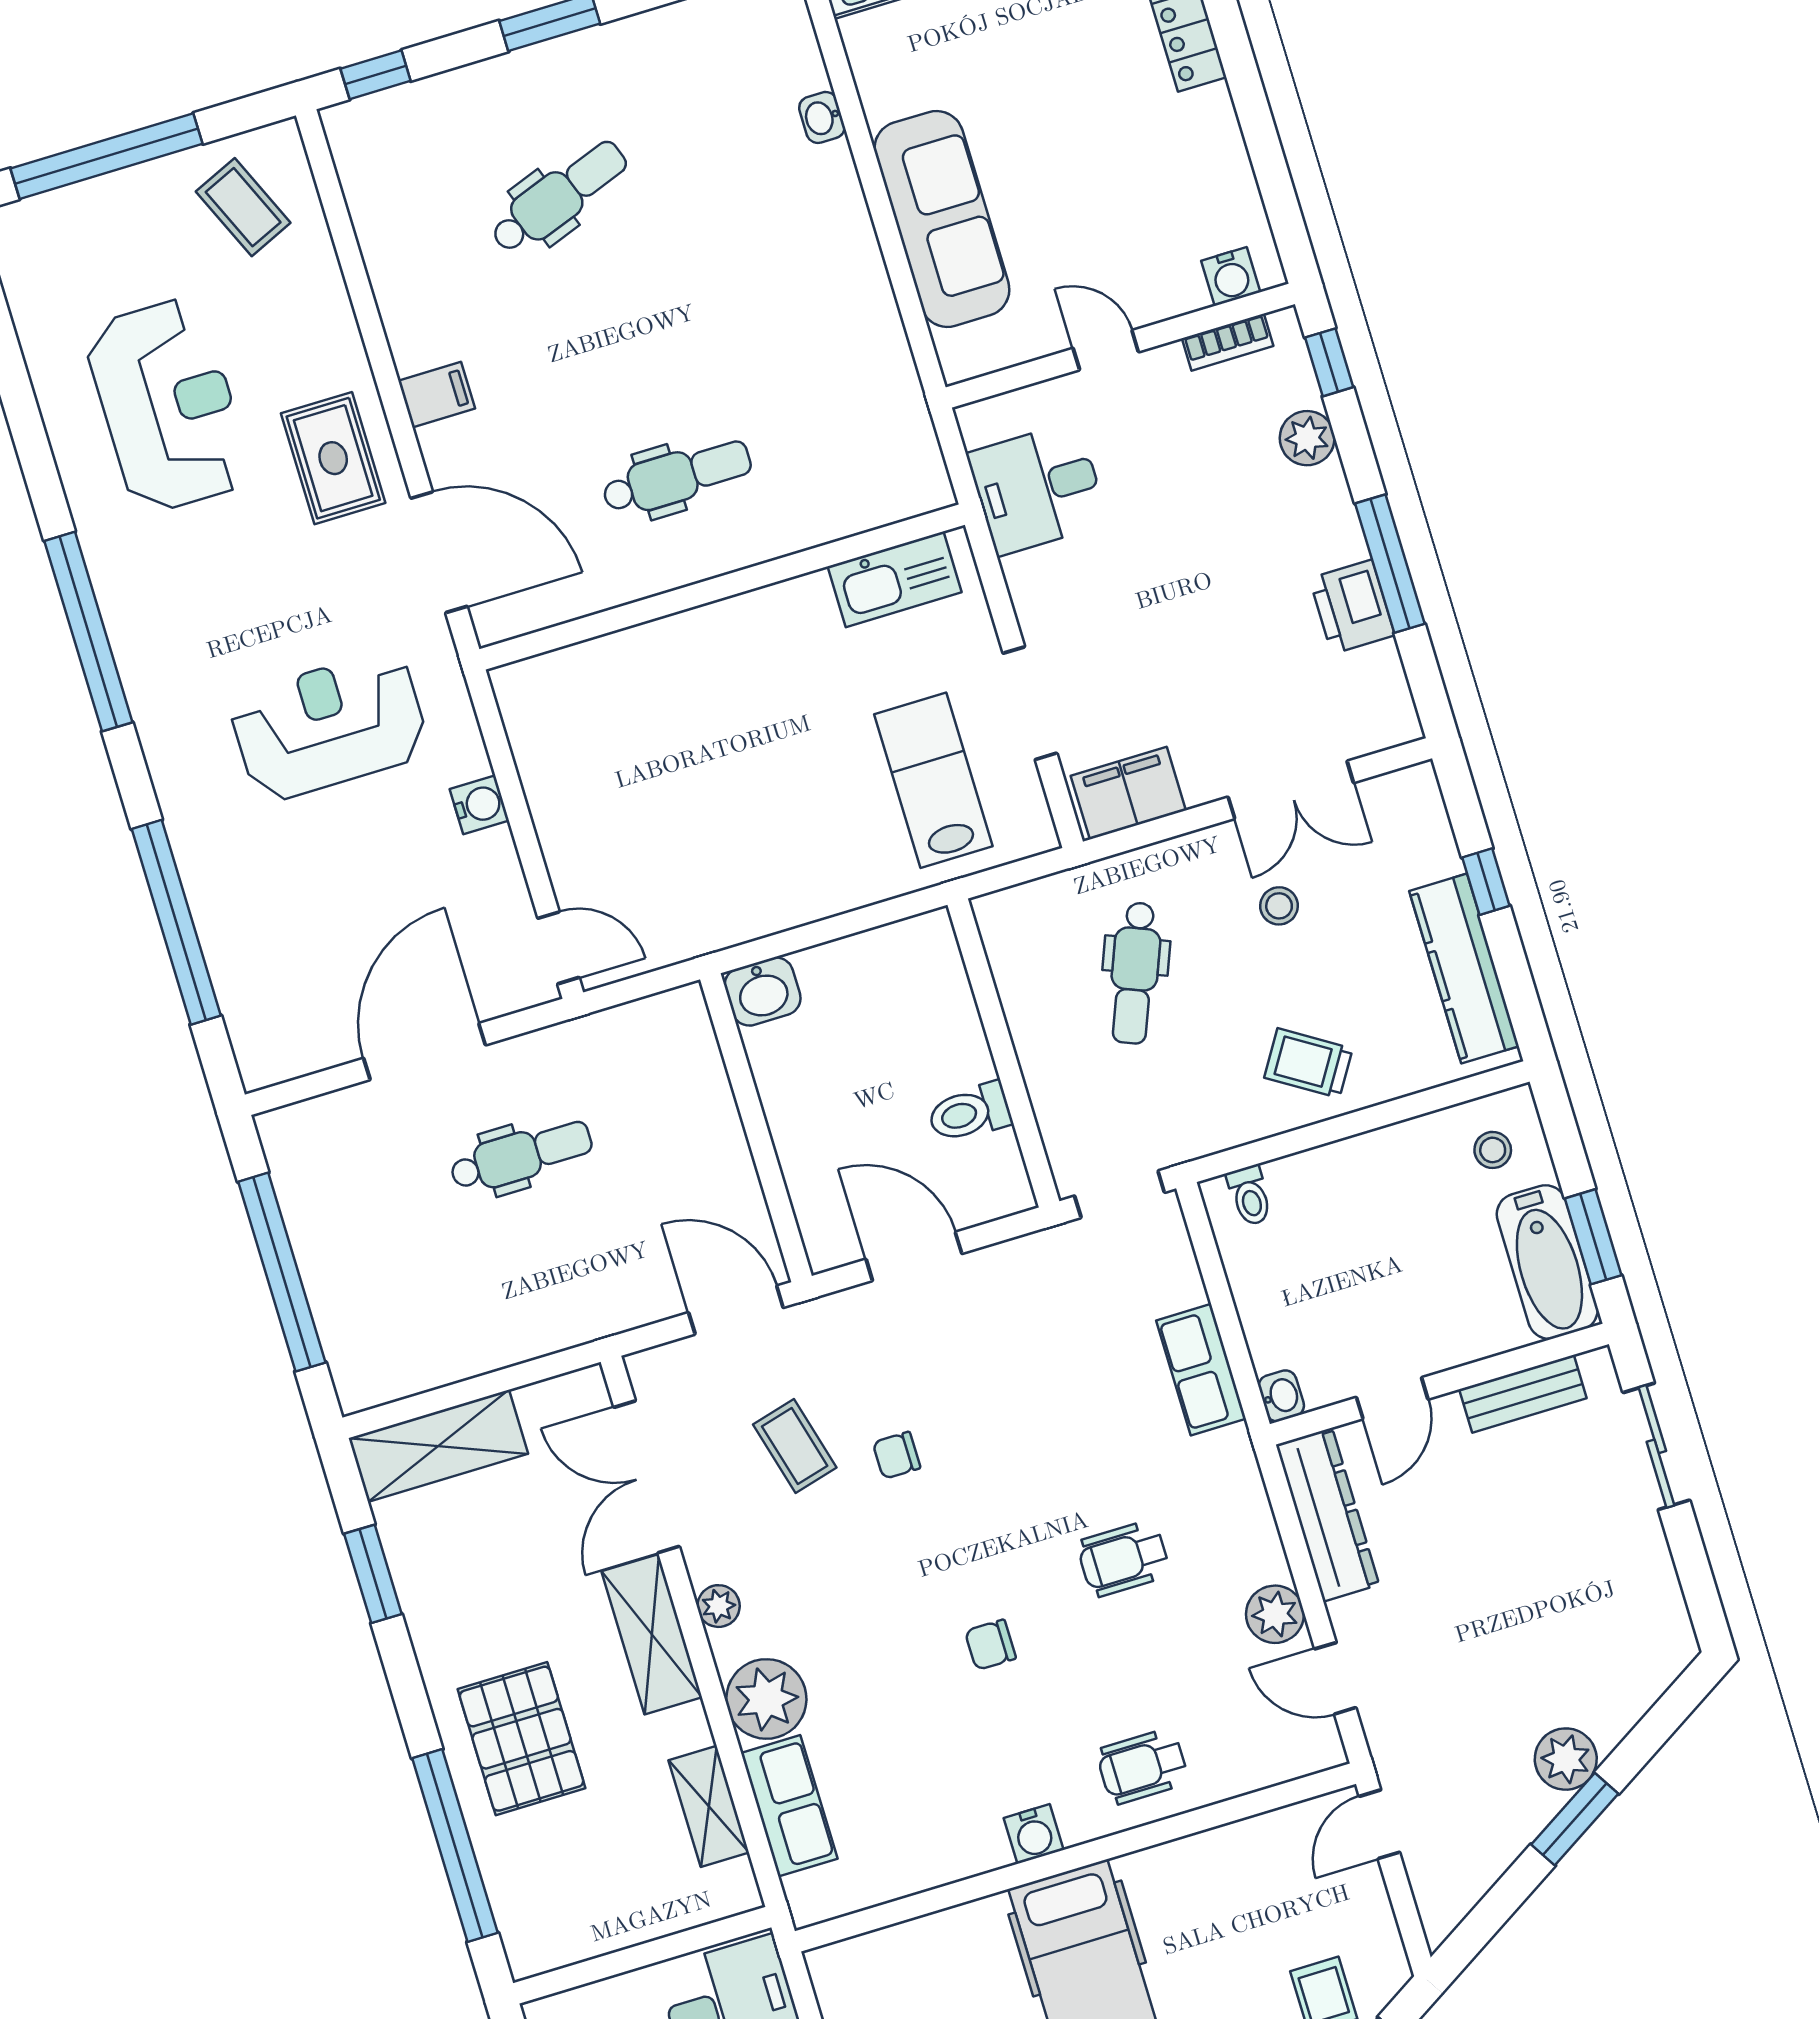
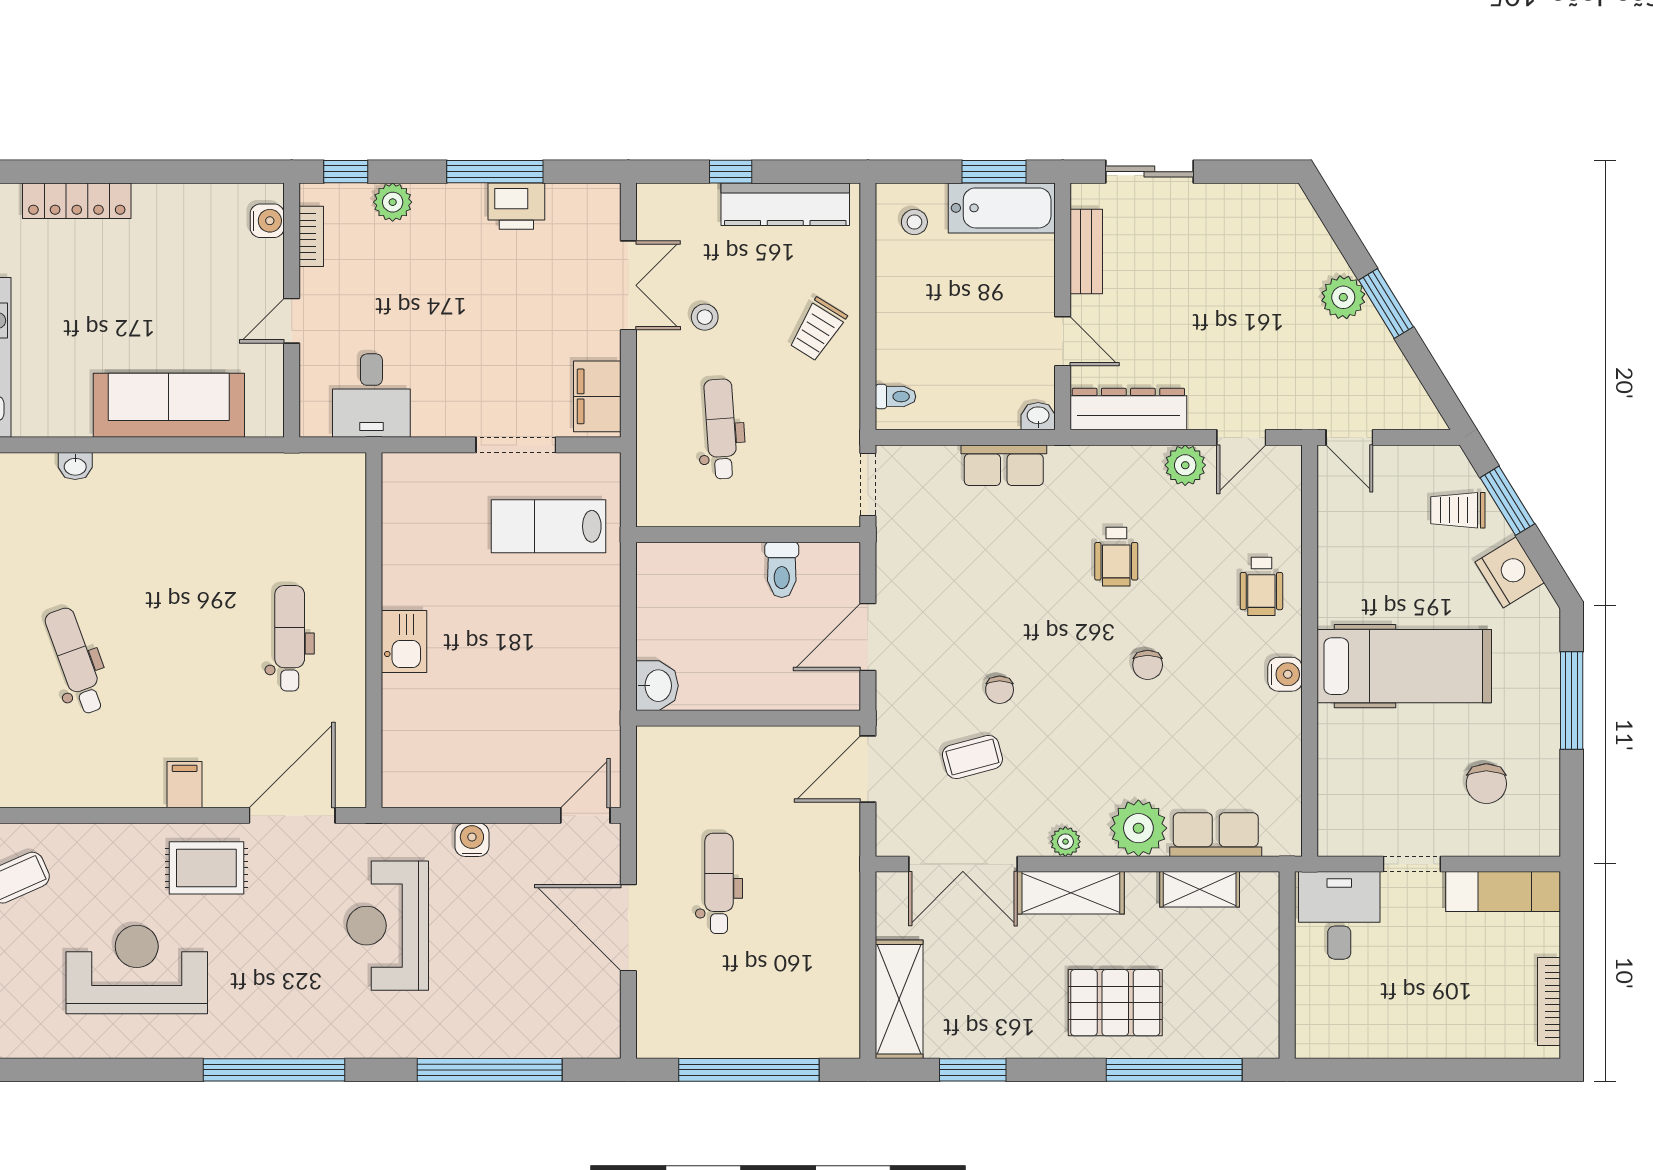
kitchen sink: (895, 579) -> (404, 642), moved, width x0.73
dental chair: (1135, 973) -> (721, 429), turned -116

